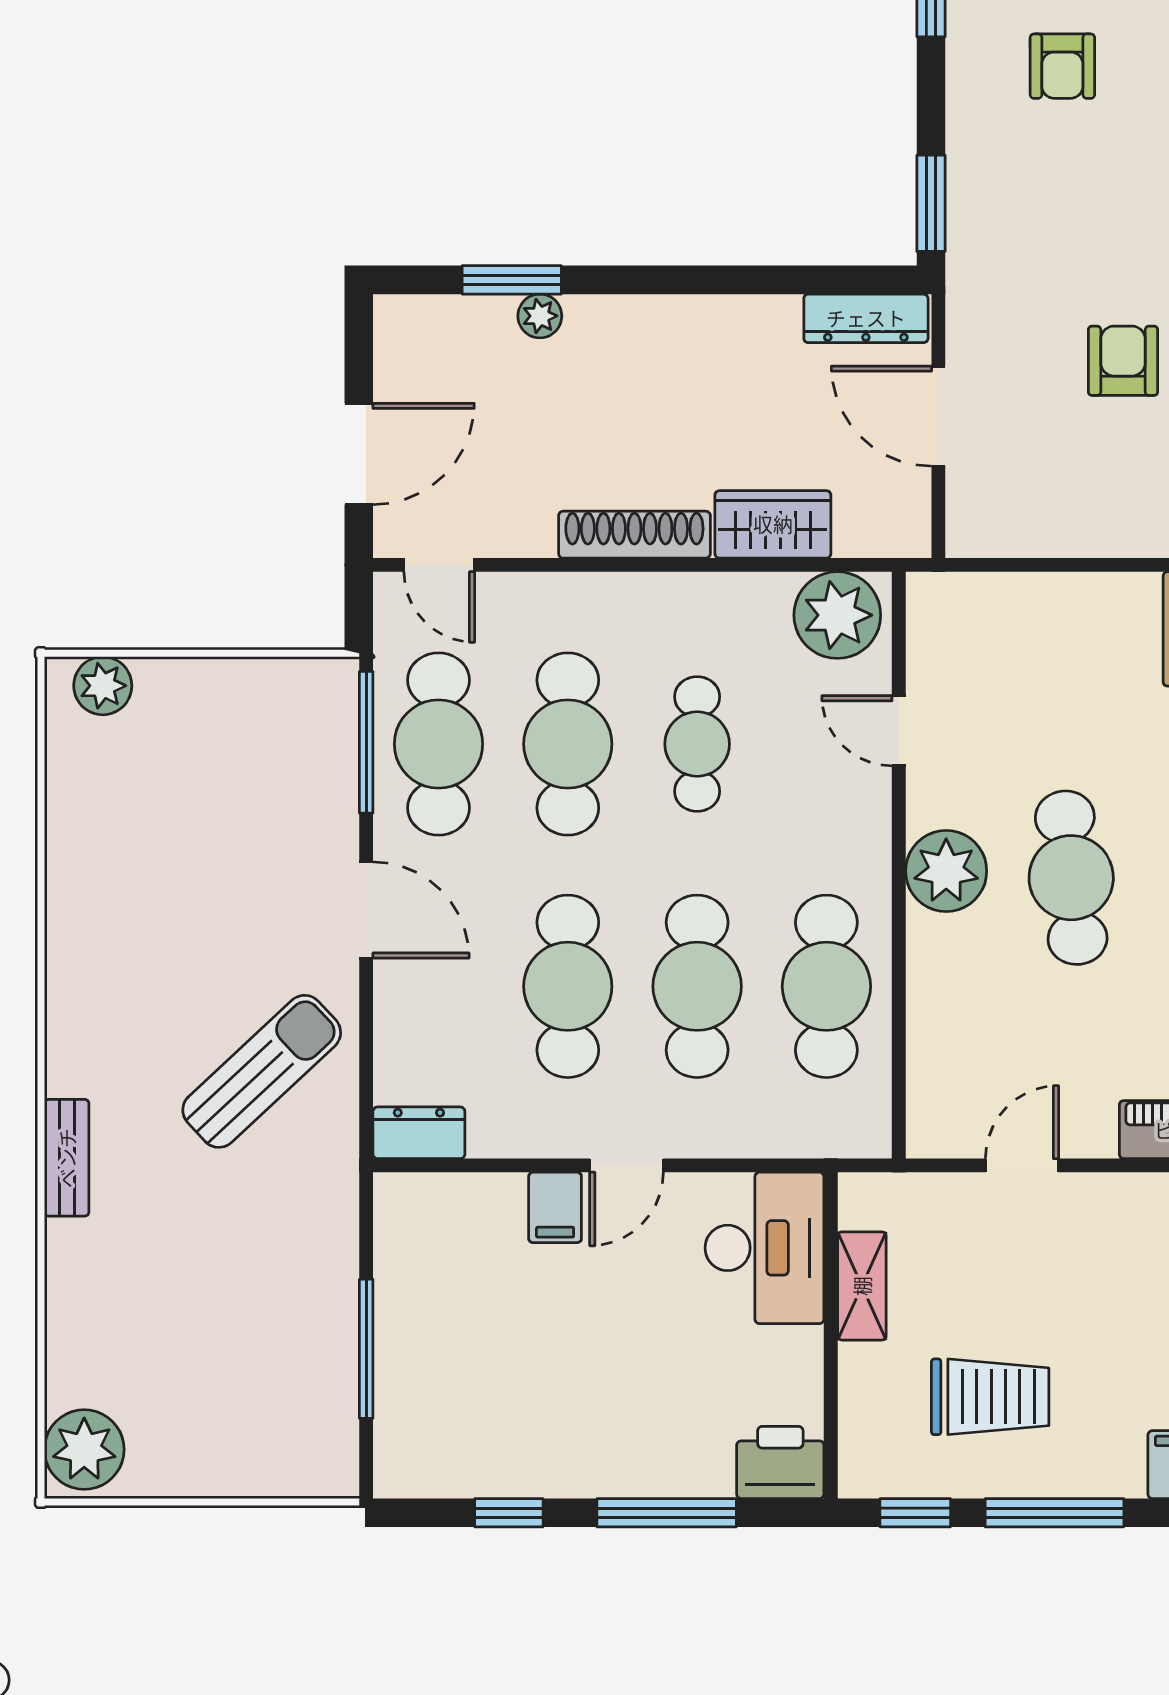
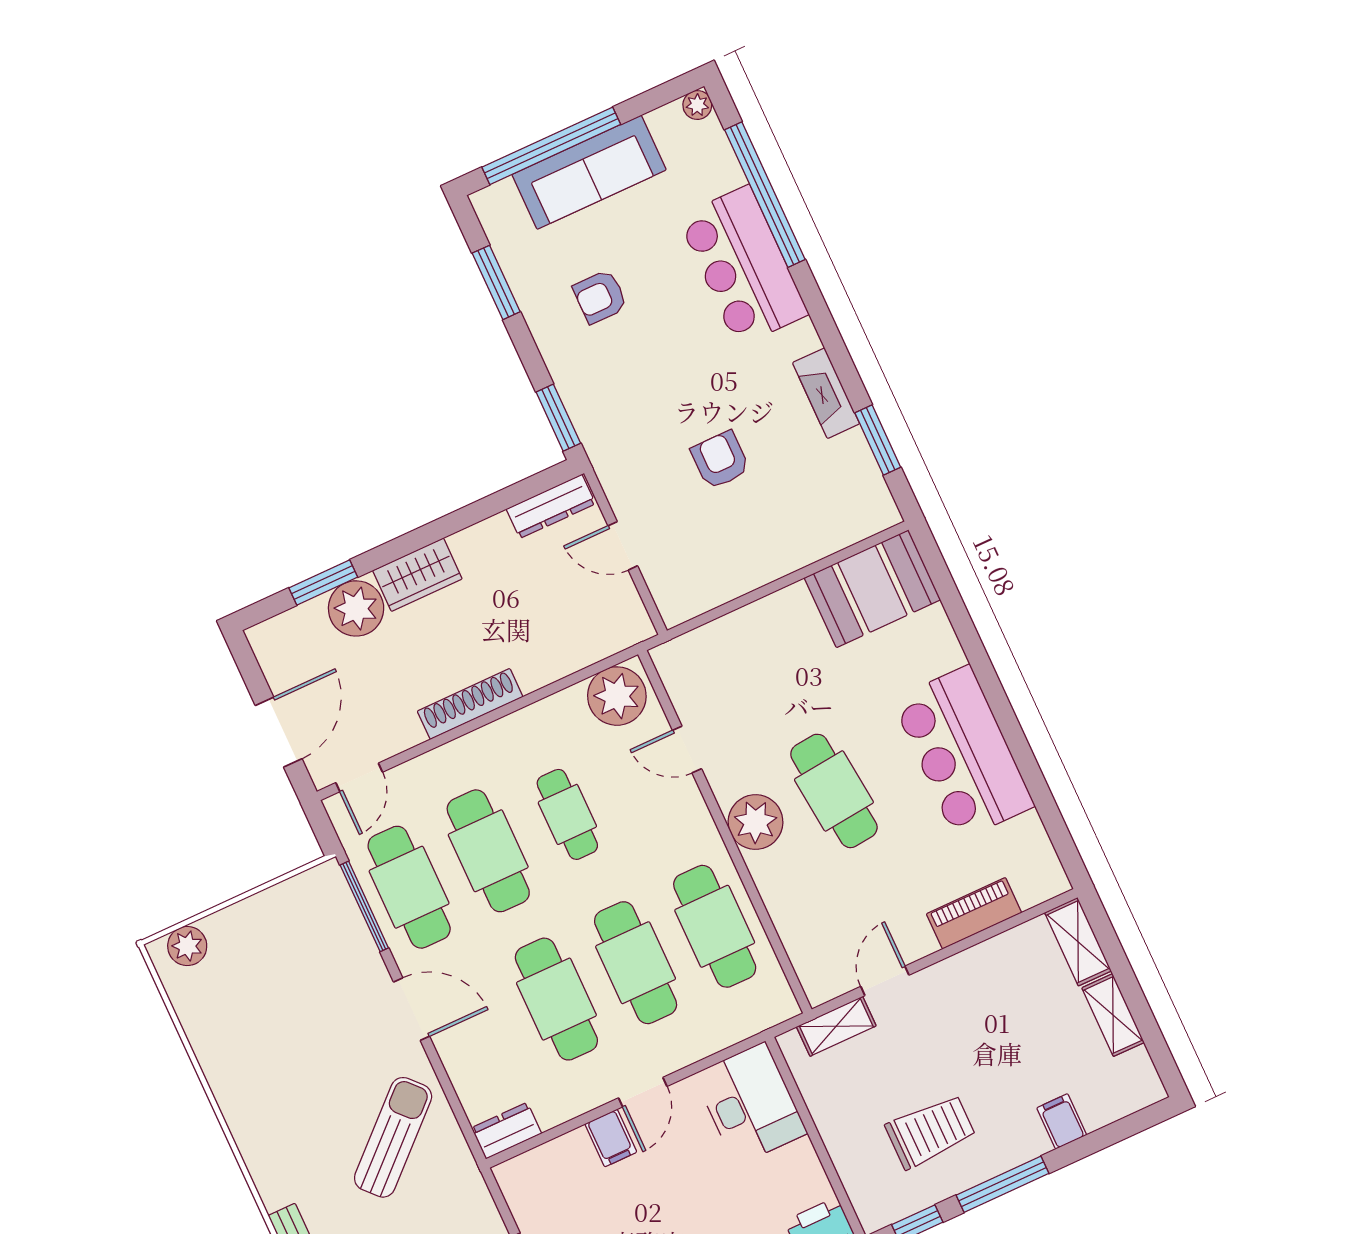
armchair: (1062, 66) -> (600, 297), turned 90
plant: (540, 316) -> (356, 608), width x1.88, depth x1.88
door: (938, 416) -> (623, 546), width x0.73
wardrobe: (773, 524) -> (417, 575), moved, turned 180
door: (439, 565) -> (359, 777), hinge flipped
shelving: (862, 1286) -> (836, 1026), moved, turned 90

